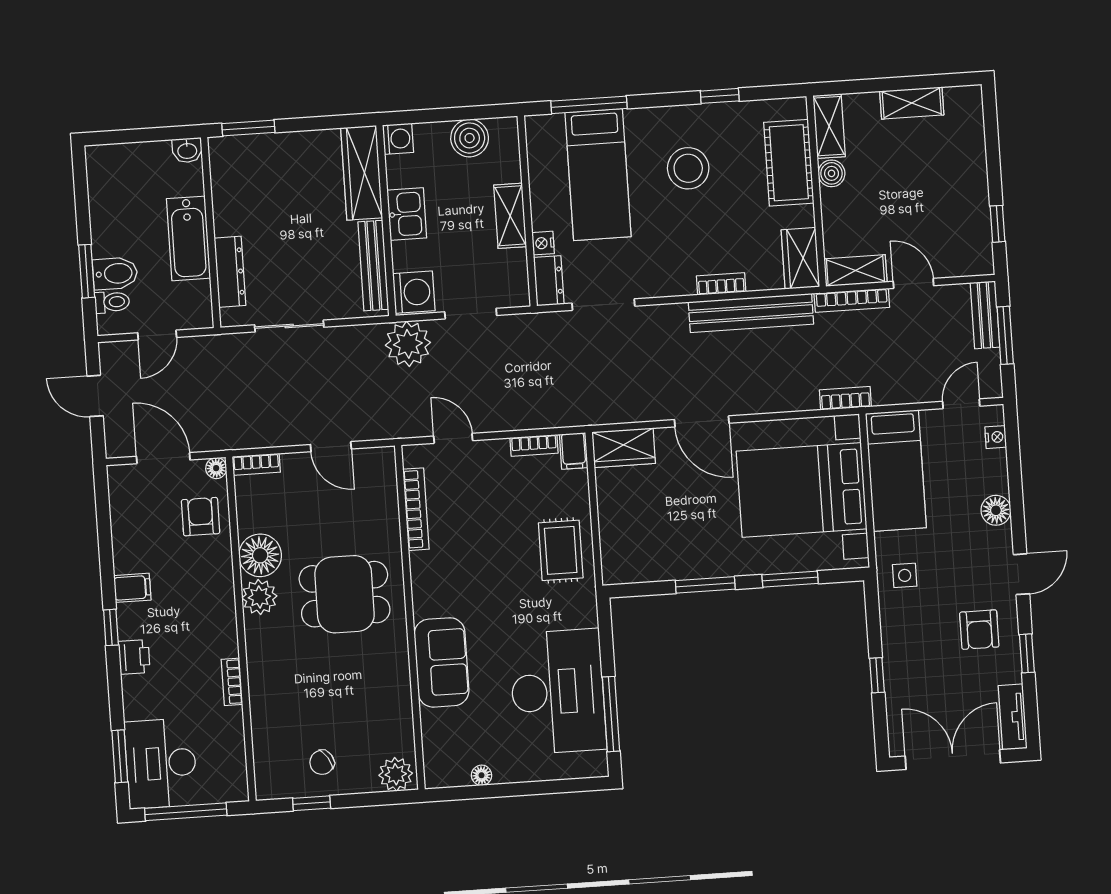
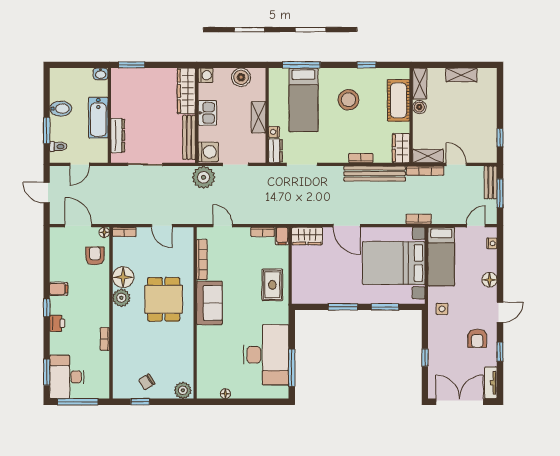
bidet: (115, 273) -> (61, 109), moved
dining table: (345, 594) -> (164, 299), turned 90
sofa: (441, 662) -> (209, 303), moved

